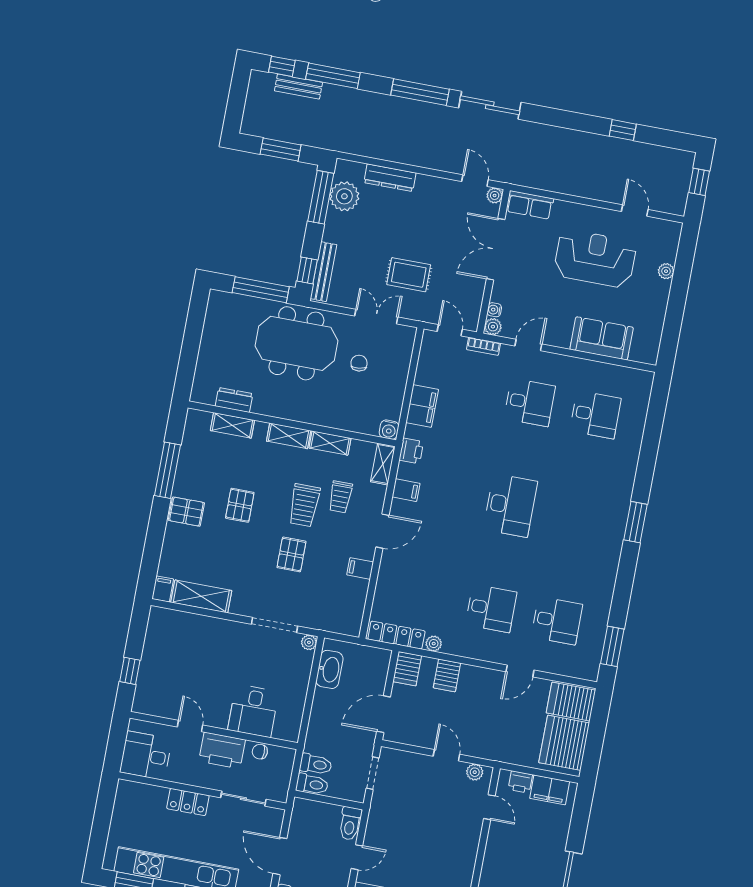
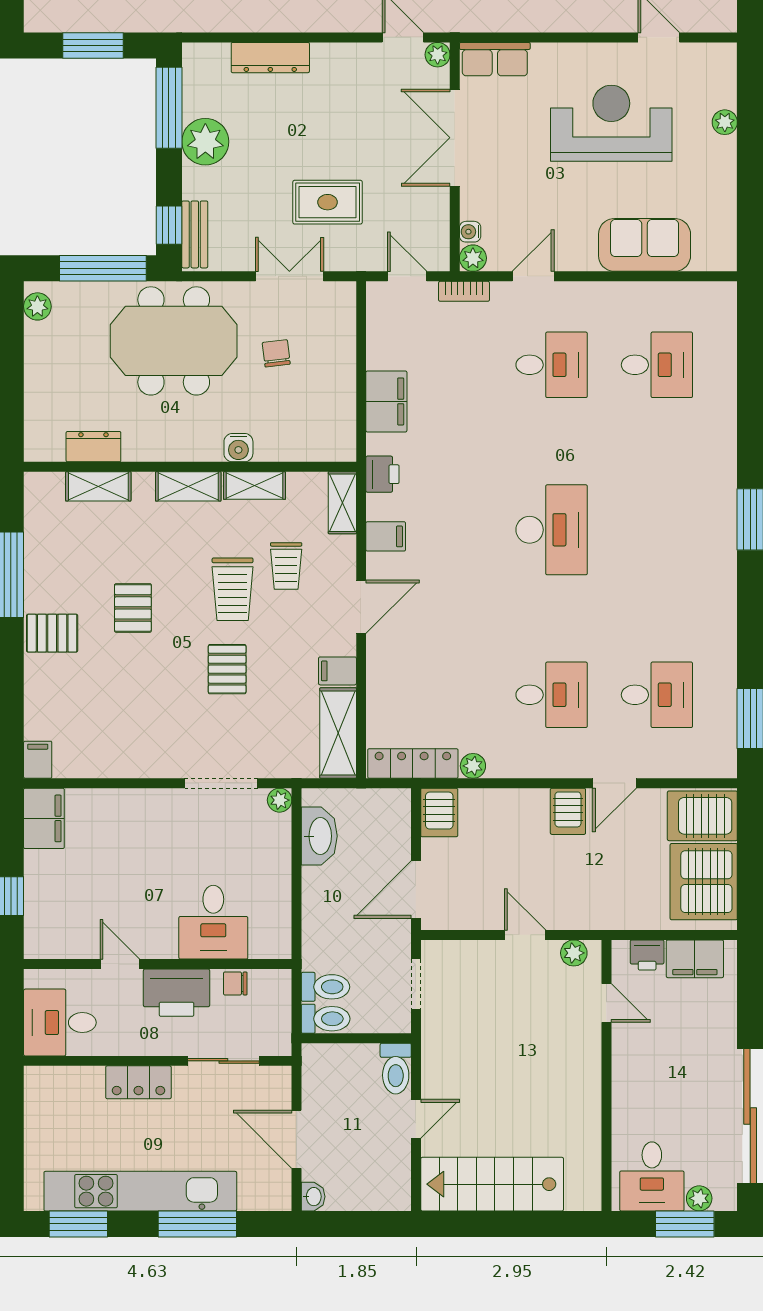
plant: (344, 196) -> (205, 142), moved
bench: (323, 272) -> (195, 234), width x0.73
plant: (215, 306) -> (37, 306), added
water cooler: (389, 430) -> (238, 448), moved
shelving: (201, 596) -> (338, 733), moved, turned 90
filing cabinet: (160, 626) -> (44, 818), added
server rack: (447, 675) -> (568, 811), moved

